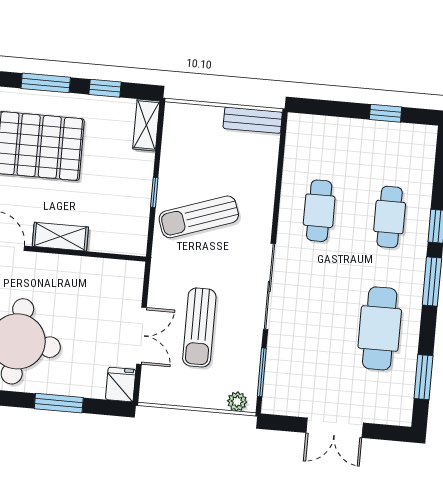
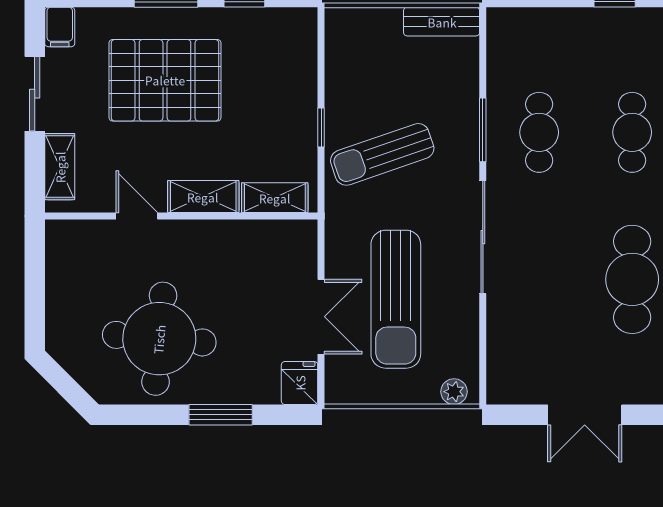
shelving: (146, 125) -> (275, 198), moved, turned 90
sun lounger: (199, 327) -> (396, 299), width x1.36, depth x1.34
window: (262, 372) -> (483, 130), moved

